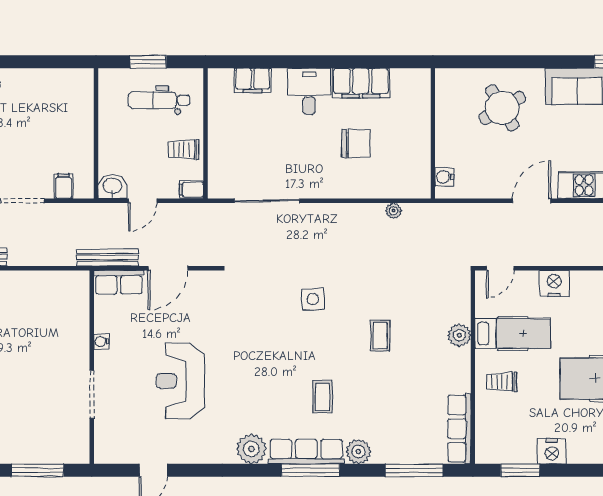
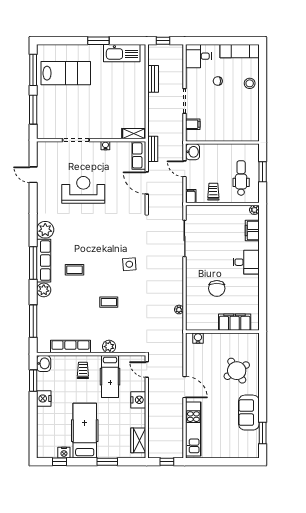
plant: (216, 76) -> (254, 210), added
filing cabinet: (361, 83) -> (235, 322), moved, turned 90
bench: (107, 257) -> (153, 149), width x0.73
shelving: (80, 291) -> (134, 134), added
row of seats: (459, 429) -> (70, 347), moved
washbasin: (489, 452) -> (44, 363), added

